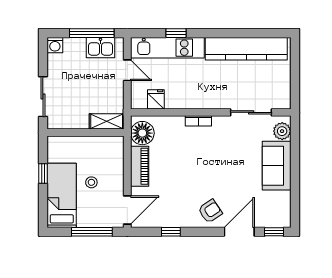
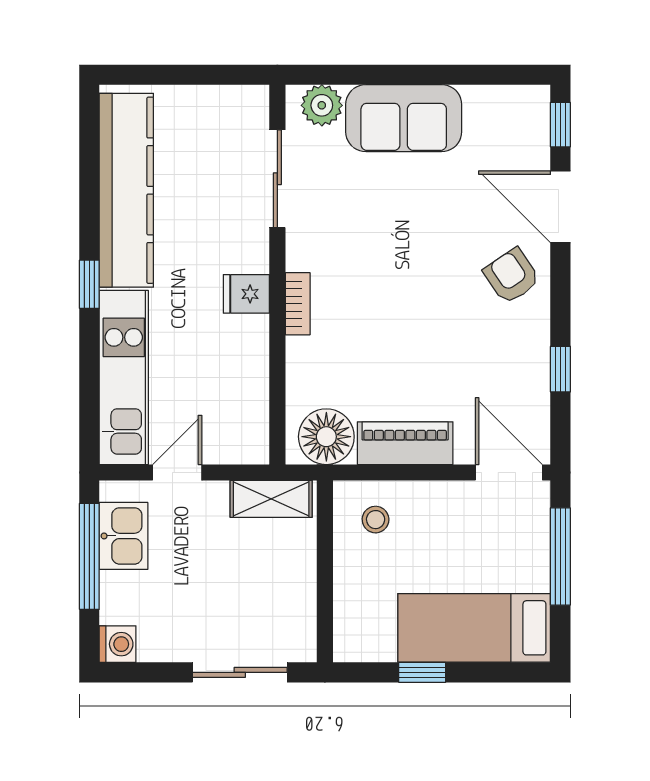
window: (176, 33) -> (89, 284), moved
fridge: (156, 99) -> (246, 294), moved
shelving: (107, 121) -> (271, 499), moved, turned 90
stool: (91, 182) -> (376, 520), moved

